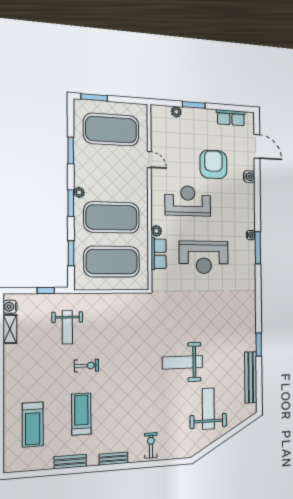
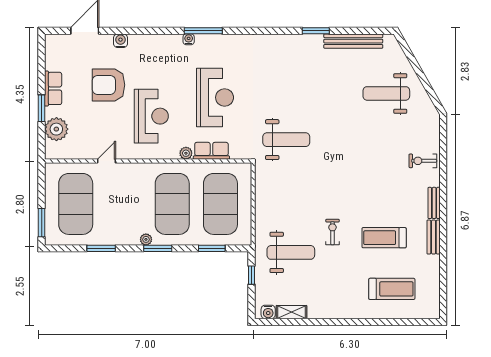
plant: (176, 112) -> (56, 129), width x1.88, depth x1.88
row of seats: (231, 118) -> (53, 88), moved
reception desk: (188, 201) -> (151, 116), turned 180
weight bench: (67, 327) -> (291, 252), width x1.36, depth x1.33
weight bench: (182, 362) -> (286, 140), moved, turned -90
bench: (70, 462) -> (434, 237), moved

